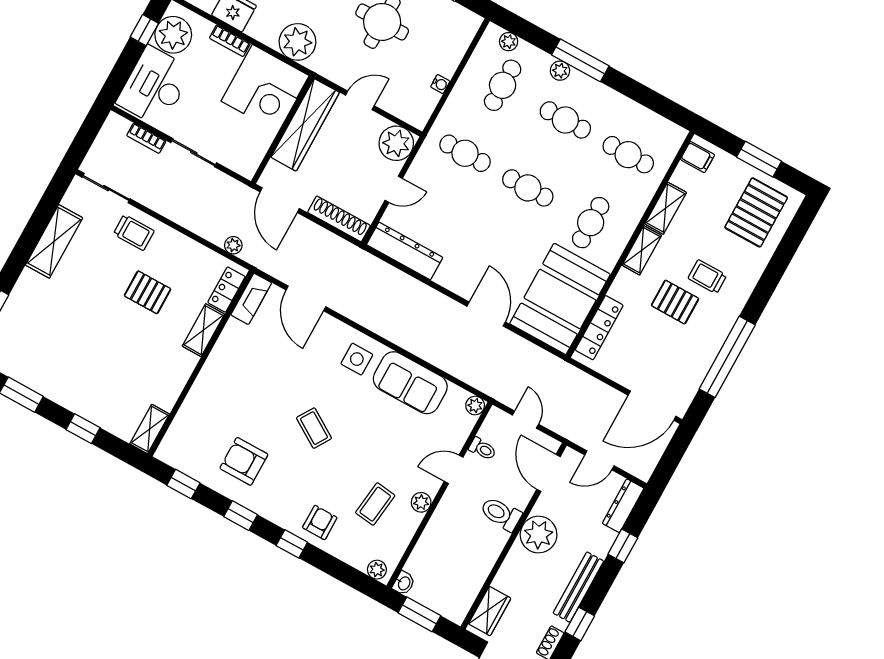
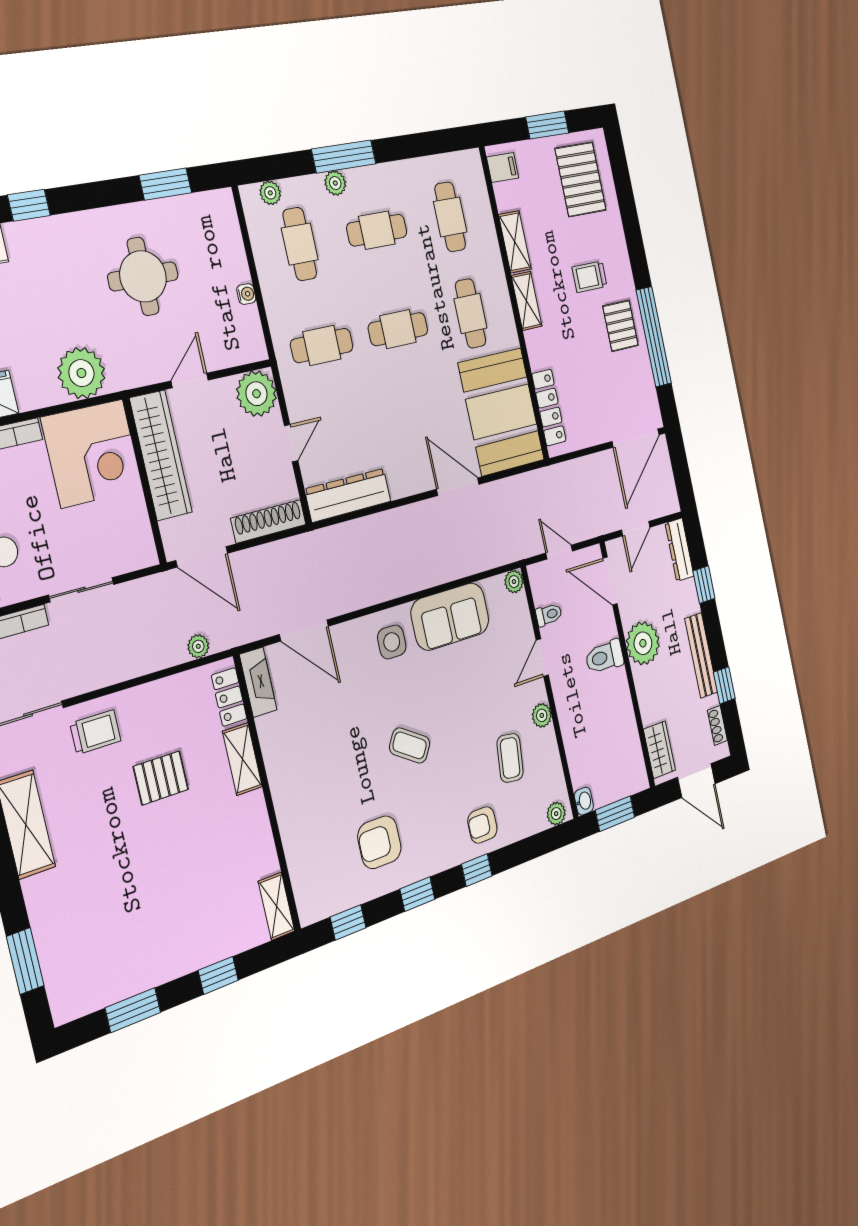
cafe table: (628, 155) -> (450, 217), turned 90
pallet: (675, 302) -> (621, 326), moved, turned 90
armchair: (320, 523) -> (482, 825), turned -90

